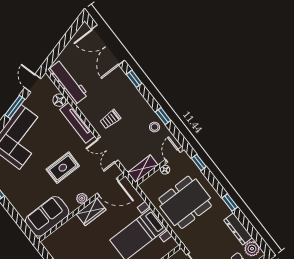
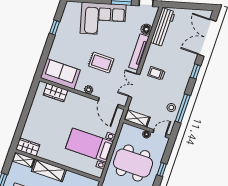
window: (163, 116) -> (183, 108), width x2.17
window: (199, 162) -> (162, 170), moved
wardrobe: (91, 212) -> (55, 93), moved

